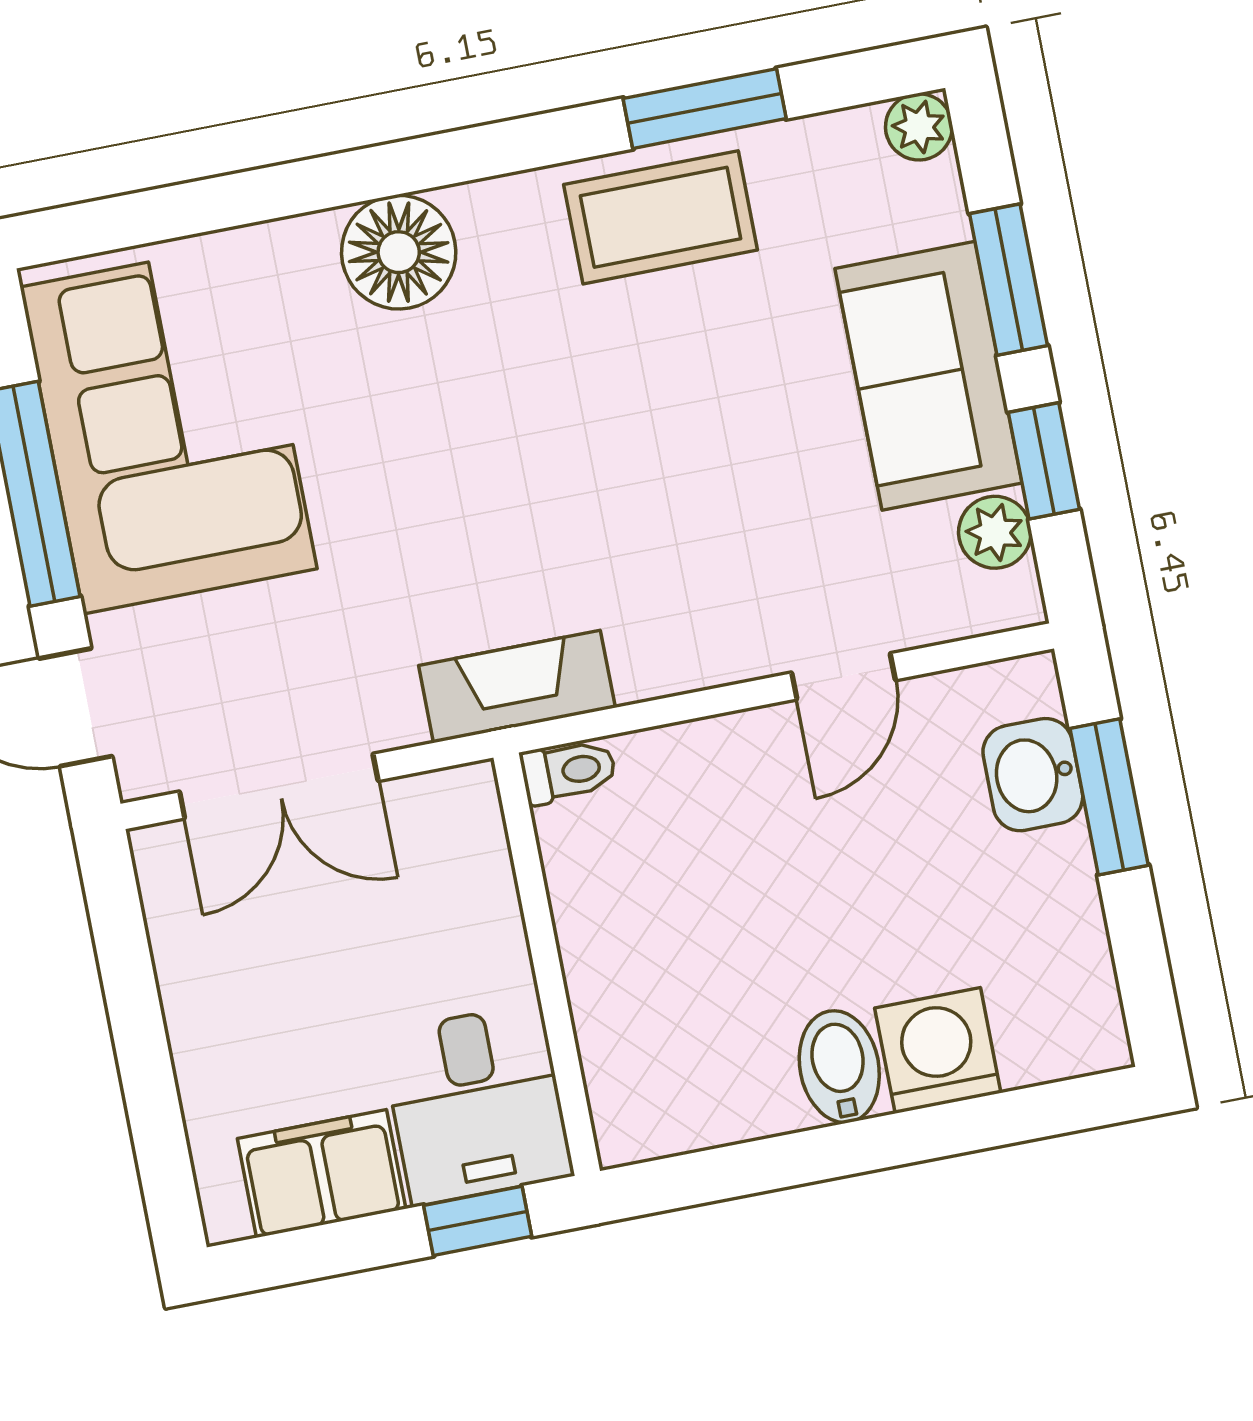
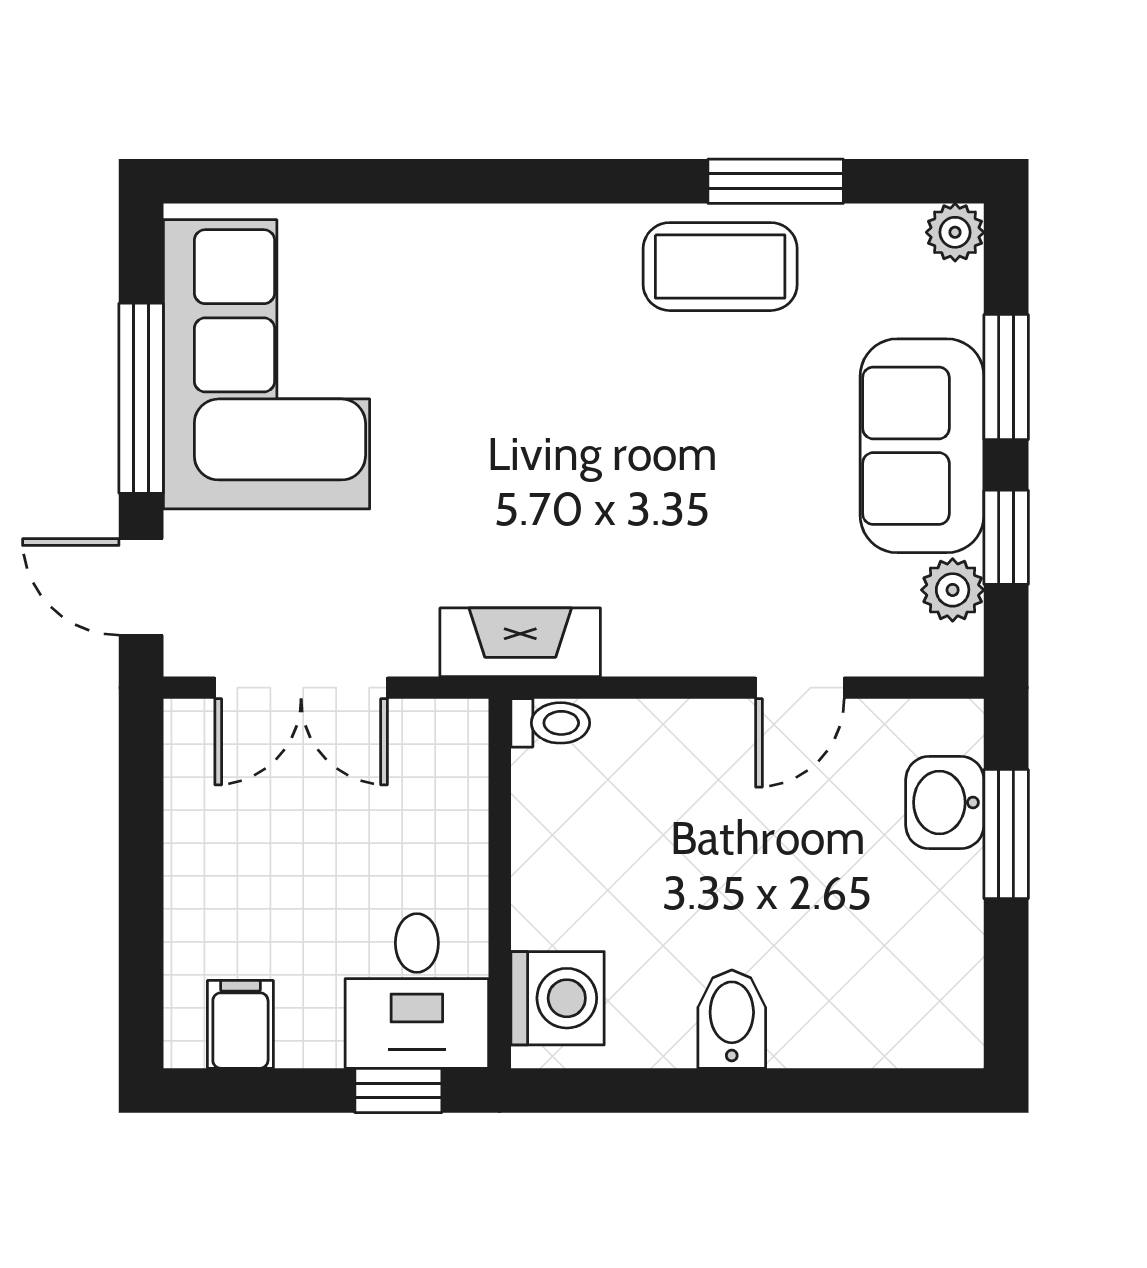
floor lamp: (399, 252) -> (491, 253), removed
washing machine: (938, 1050) -> (557, 998), moved, turned 90
filing cabinet: (322, 1174) -> (240, 1024), width x0.50

